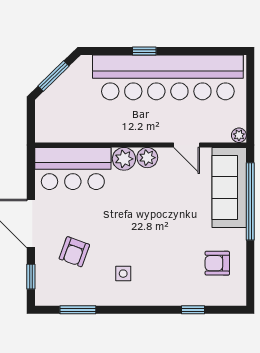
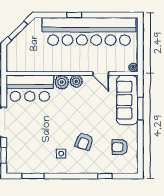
window: (250, 201) -> (140, 109), width x0.47
armchair: (74, 252) -> (84, 142), moved

